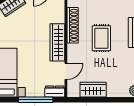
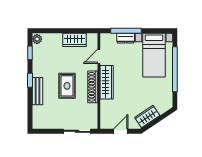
shoe rack: (73, 25) -> (93, 87), moved
dresser: (55, 92) -> (126, 38), moved

